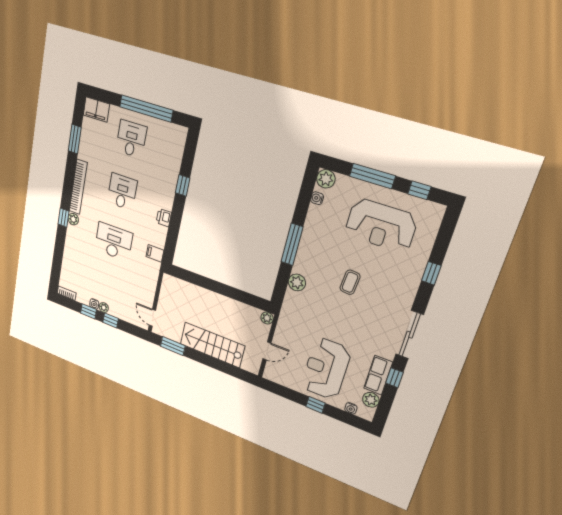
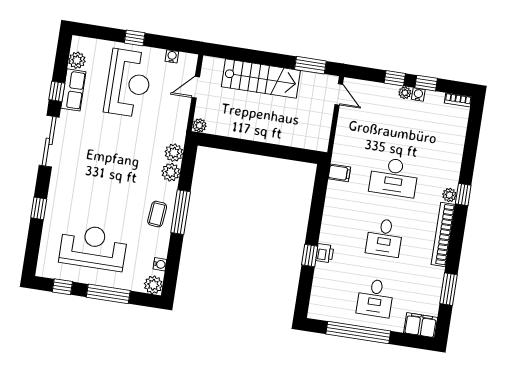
printer: (164, 218) -> (325, 253), moved
coffee table: (350, 282) -> (157, 214), moved
plant: (292, 299) -> (174, 153), added
water cooler: (351, 408) -> (172, 56), moved

